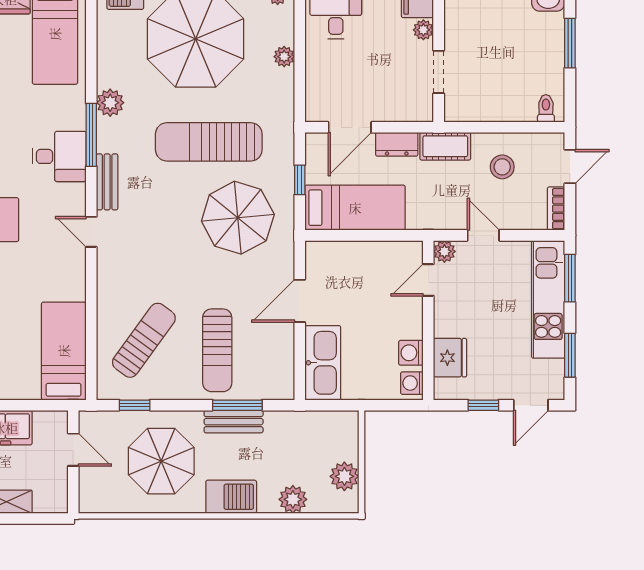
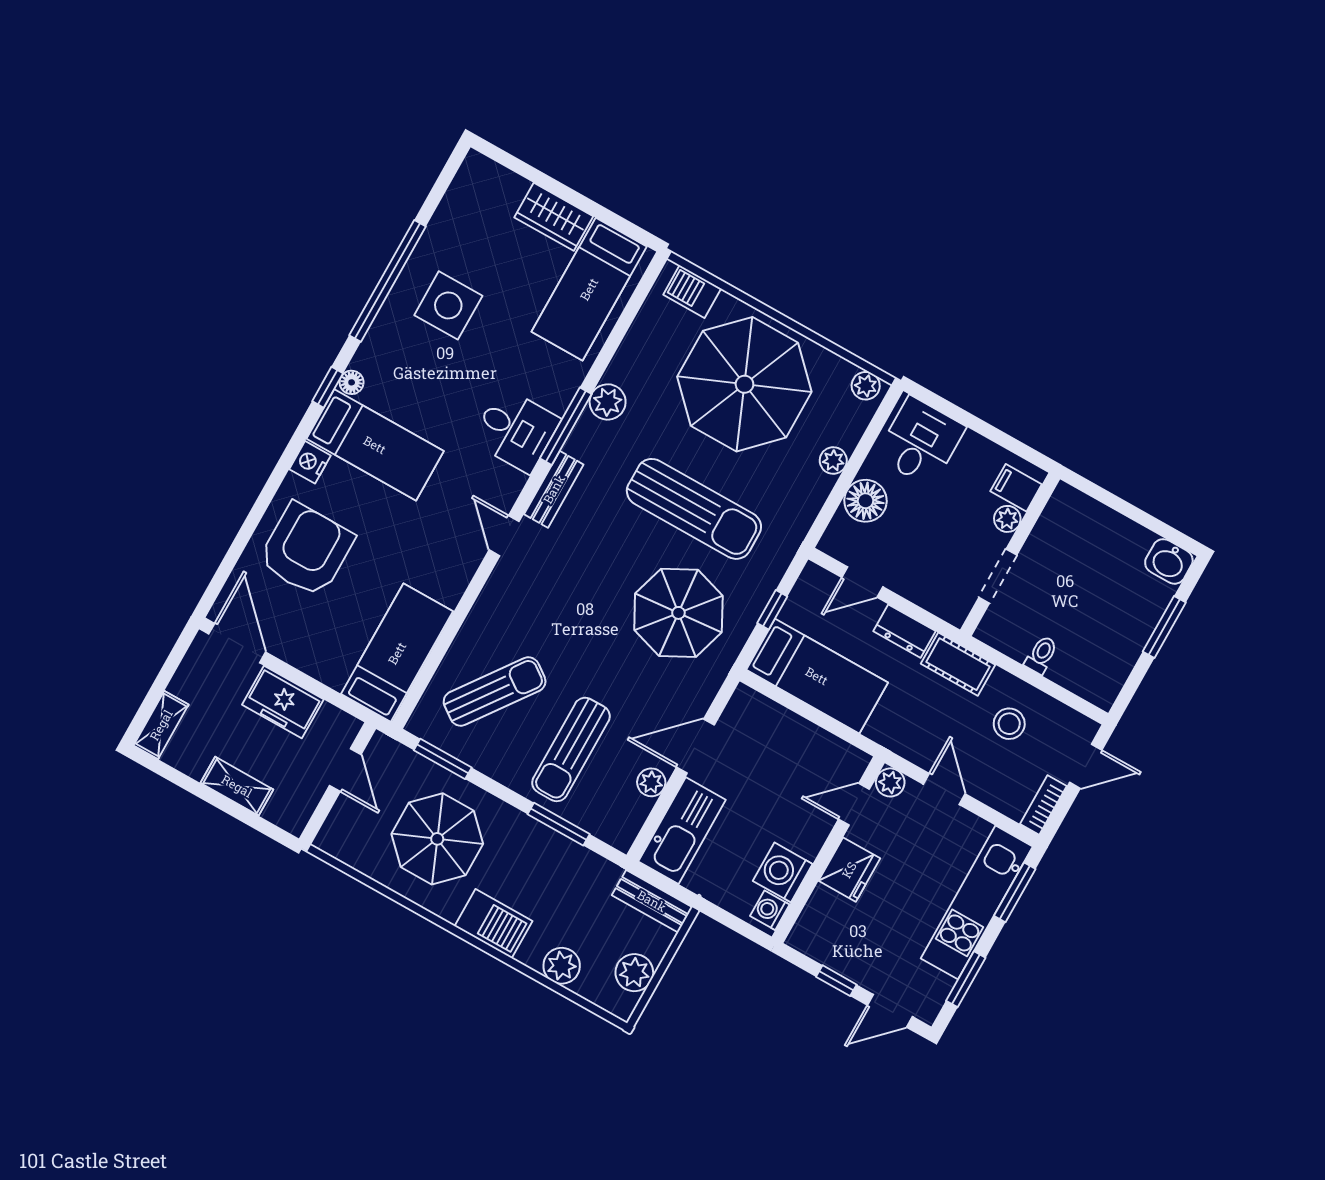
floor lamp: (321, 71) -> (865, 501), added
toilet: (546, 108) -> (1041, 655), moved
door: (350, 127) -> (862, 582), width x0.73
sun lounger: (209, 142) -> (694, 509), turned 180
plant: (284, 342) -> (651, 782), added
washing machine: (411, 353) -> (783, 872), width x1.38, depth x1.38
fridge: (450, 358) -> (849, 870), moved
window: (135, 405) -> (443, 759), width x1.50
bench: (234, 422) -> (652, 901), moved

